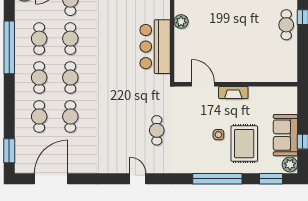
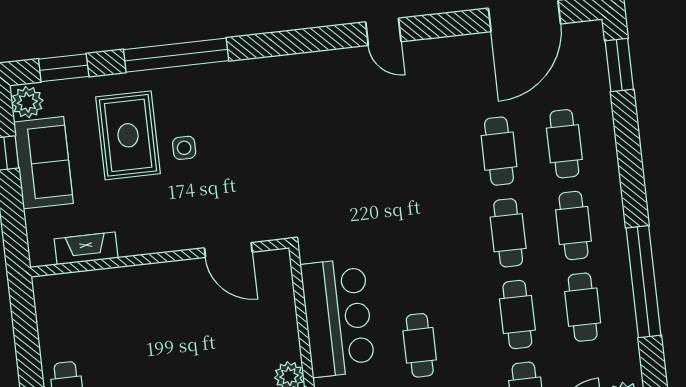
fireplace: (233, 92) -> (86, 248), moved
cafe table: (157, 130) -> (420, 345), moved
door: (138, 179) -> (383, 32), moved

